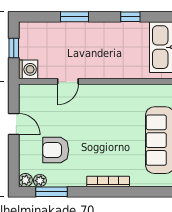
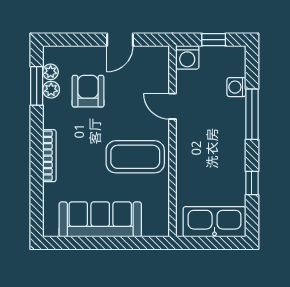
window: (74, 17) -> (252, 114), width x1.44
washing machine: (52, 29) -> (236, 87), added
coffee table: (109, 112) -> (135, 157), added
plant: (25, 180) -> (51, 90), moved

